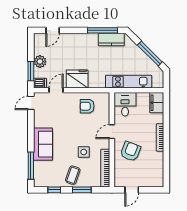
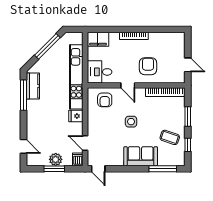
window: (31, 71) -> (54, 169), moved
fridge: (77, 79) -> (76, 116), width x0.53, depth x0.75
kitchen unit: (129, 82) -> (76, 77), width x1.36
armchair: (87, 106) -> (105, 100), moved
armchair: (131, 151) -> (148, 66), turned 69
side table: (84, 152) -> (131, 122), moved
coffee table: (73, 175) -> (170, 137), moved

